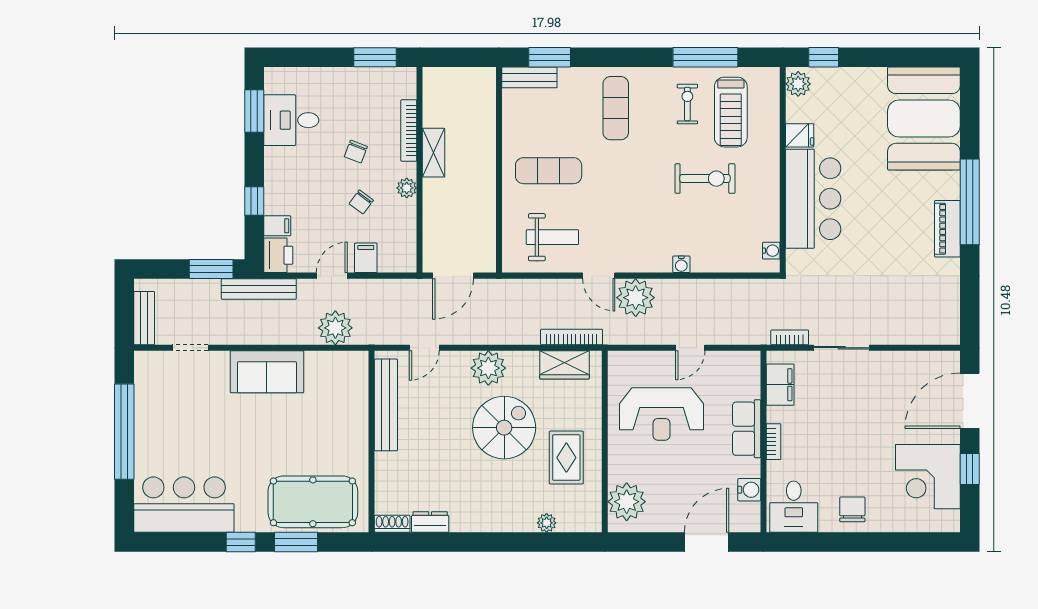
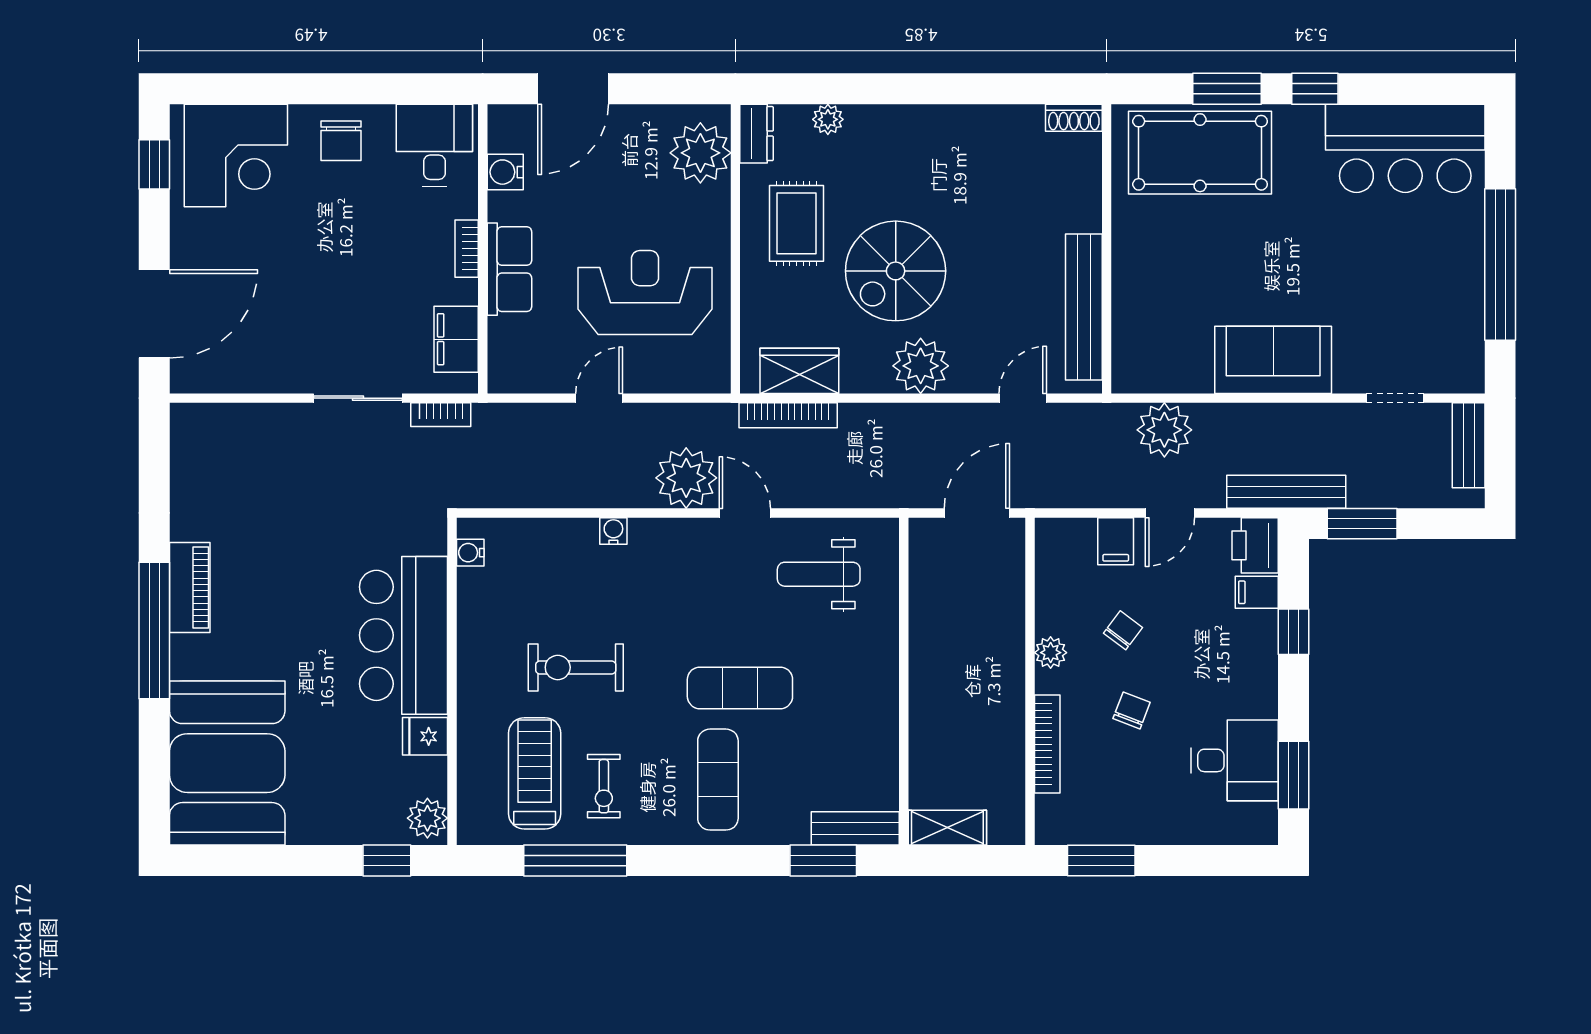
shelving: (434, 153) -> (947, 828), moved, turned 90
exercise mat: (549, 171) -> (740, 688), moved
window: (970, 469) -> (154, 164), moved
corner desk: (928, 477) -> (236, 156), moved, turned 90
dresser: (430, 522) -> (757, 134), moved, turned -90

